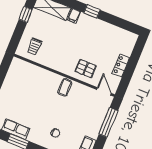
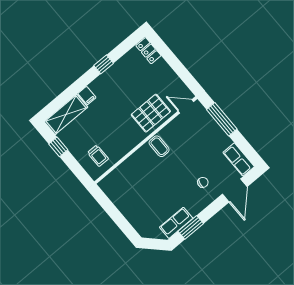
window: (92, 11) -> (104, 64), moved
locker: (121, 66) -> (148, 51), moved
pallet: (86, 69) -> (151, 113), width x1.50, depth x1.42

